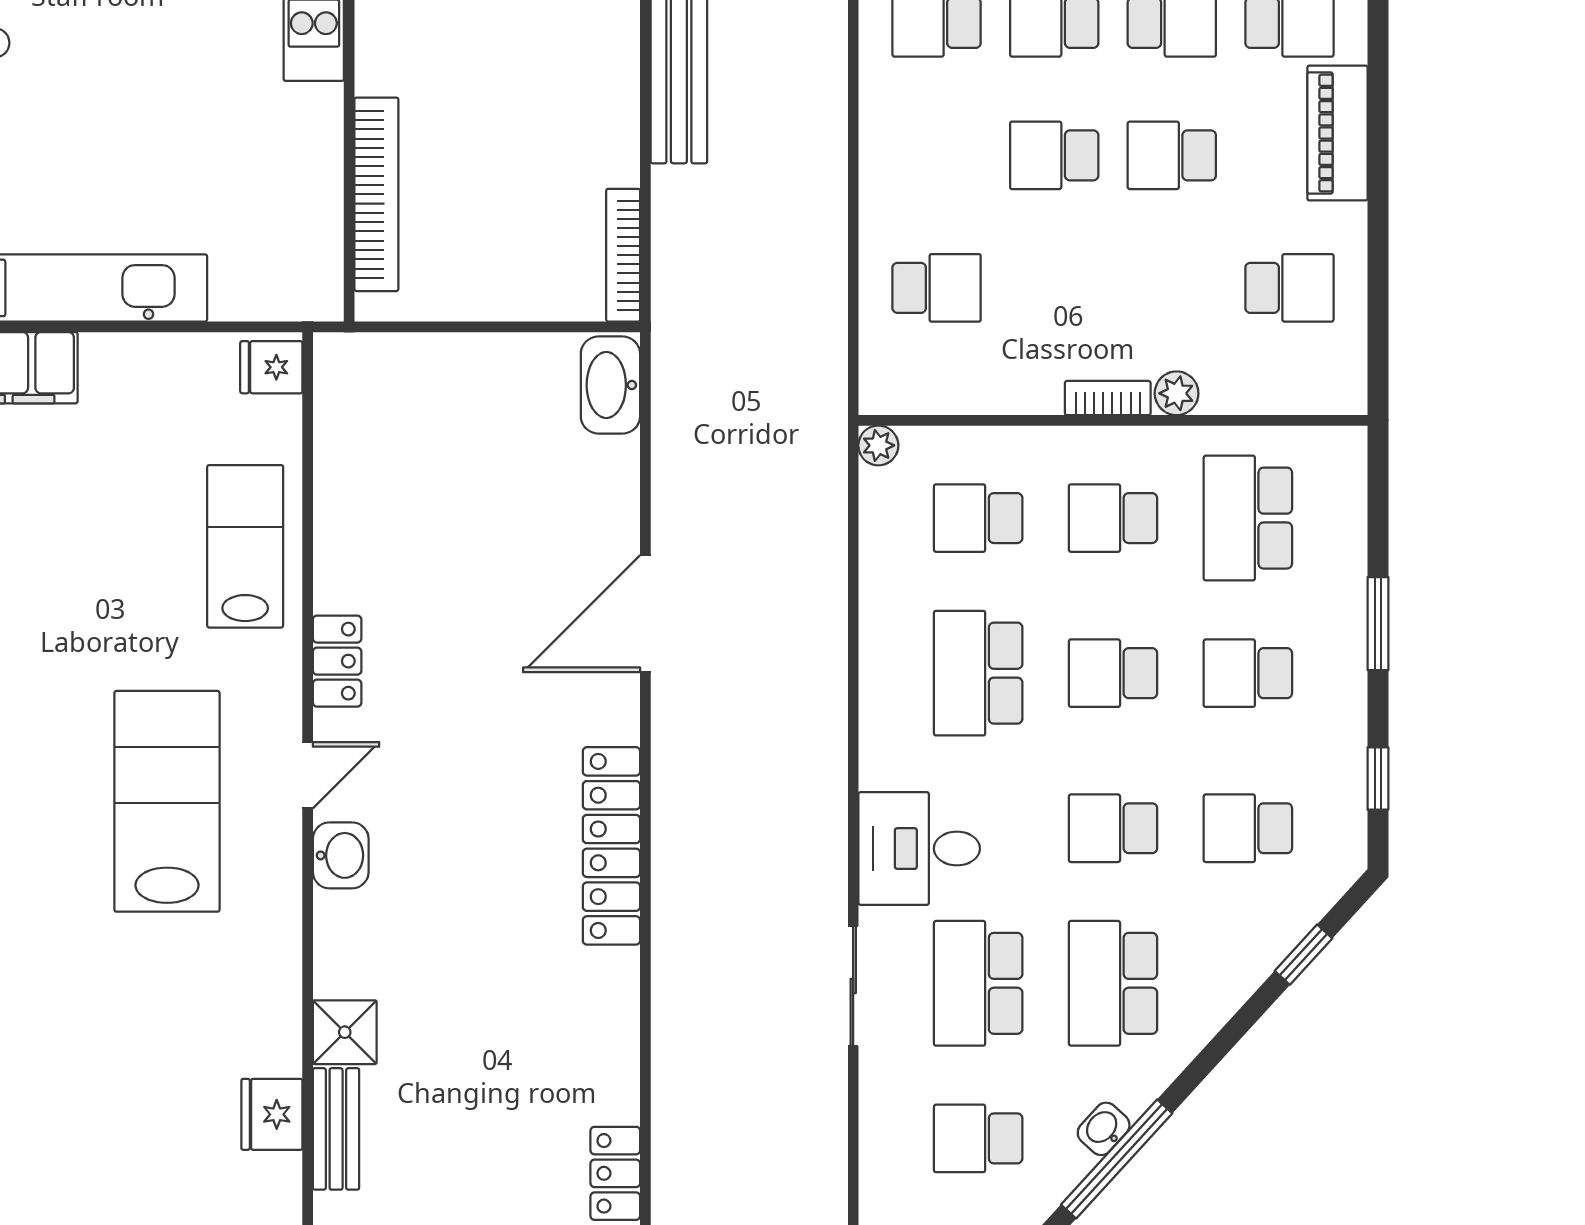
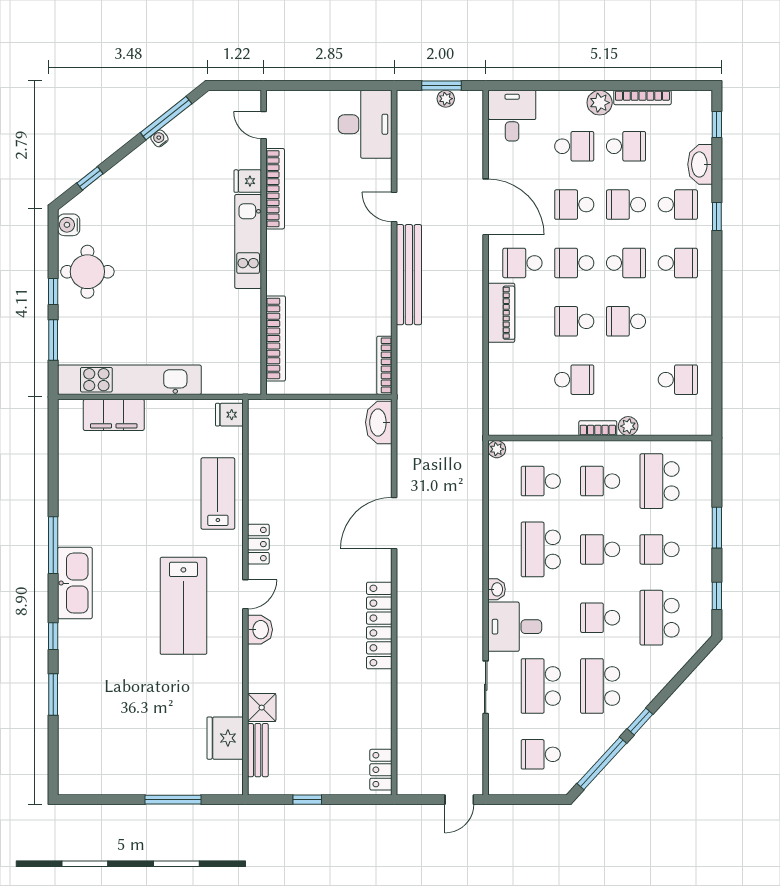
piano: (1337, 133) -> (501, 313), moved, turned 180
school desk: (937, 288) -> (574, 380), moved
lab bench: (167, 801) -> (183, 606), turned 180
school desk: (1248, 828) -> (660, 618), width x1.85
window: (1303, 955) -> (640, 722), moved
fridge: (272, 1114) -> (225, 738), width x1.36, depth x1.34
washbasin: (1104, 1129) -> (497, 589), moved, turned 138

